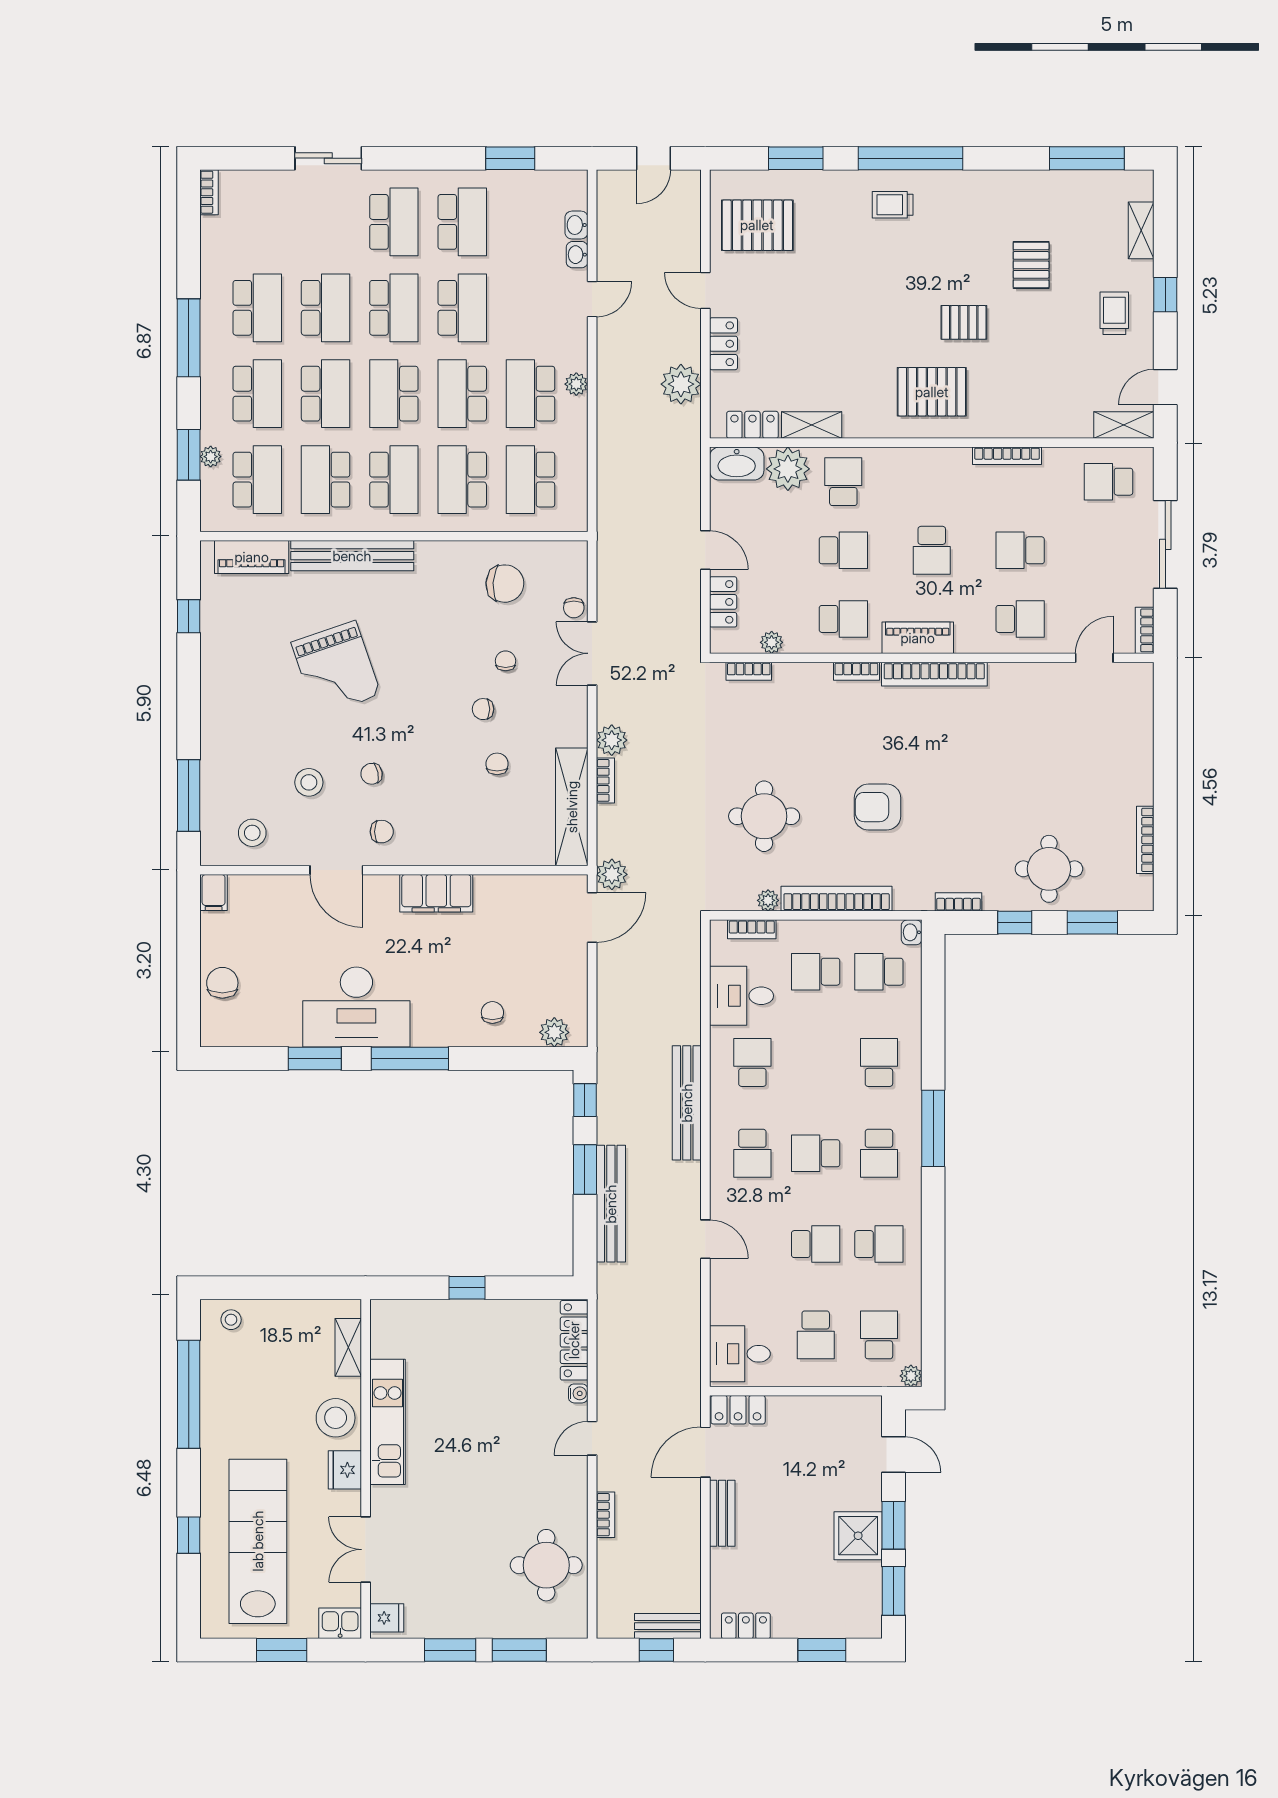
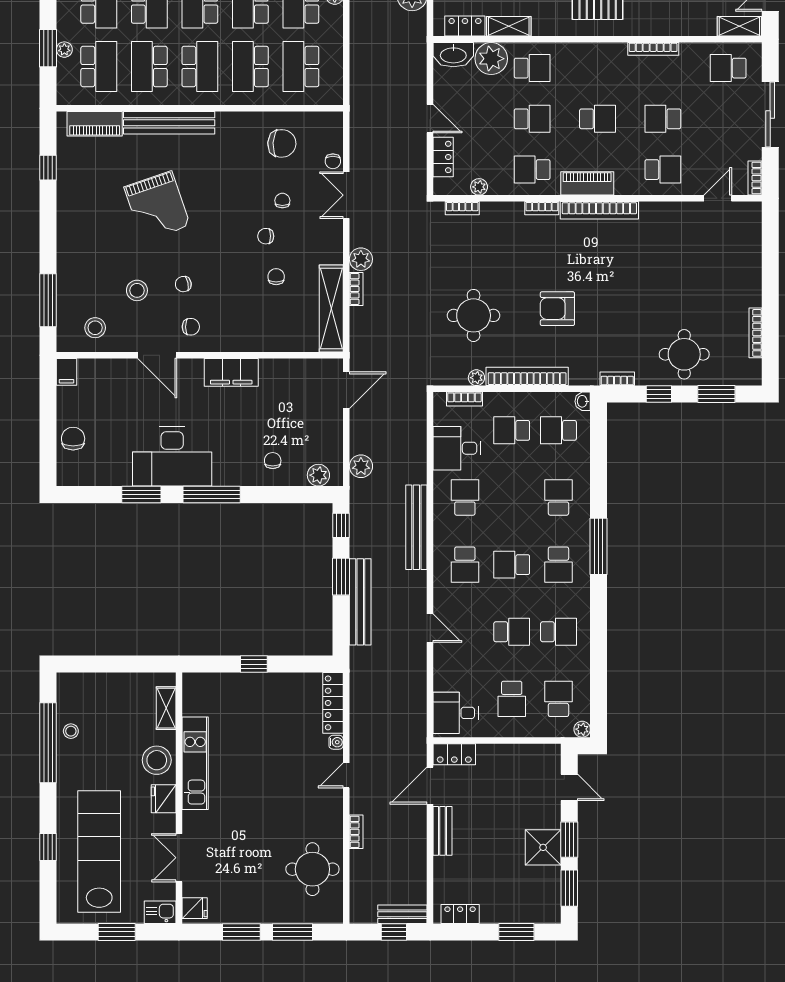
school desk: (843, 482) -> (532, 68), turned 90
school desk: (932, 550) -> (597, 119), turned -90
school desk: (843, 619) -> (532, 170), turned 180
plant: (612, 874) -> (361, 466), moved
stool: (231, 1320) -> (71, 731), moved

